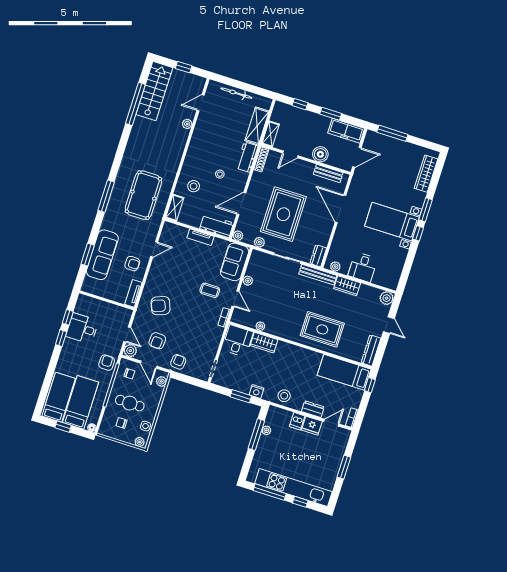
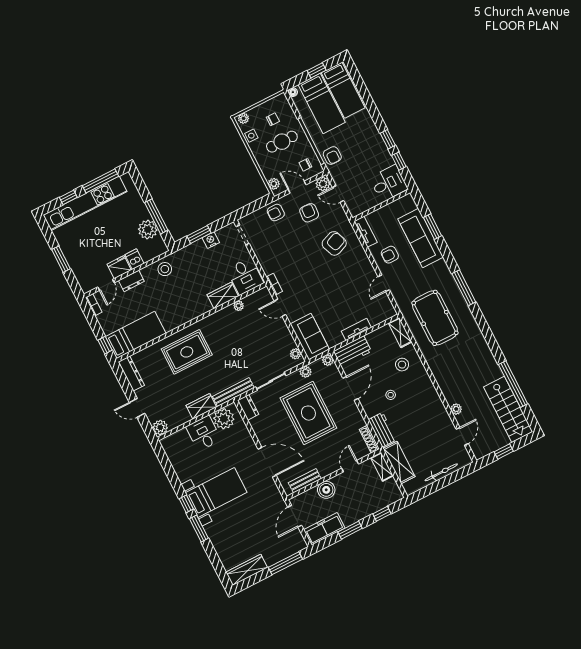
wardrobe: (426, 174) -> (247, 570), moved, turned -90
plant: (335, 267) -> (224, 419), width x1.87, depth x1.87
plant: (248, 281) -> (296, 354), moved
coffee table: (210, 290) -> (307, 294), removed
desk: (82, 328) -> (389, 183), moved
armchair: (178, 362) -> (276, 213), turned 85
nightstand: (257, 392) -> (211, 240), moved
plant: (266, 430) -> (148, 230), width x1.87, depth x1.87

